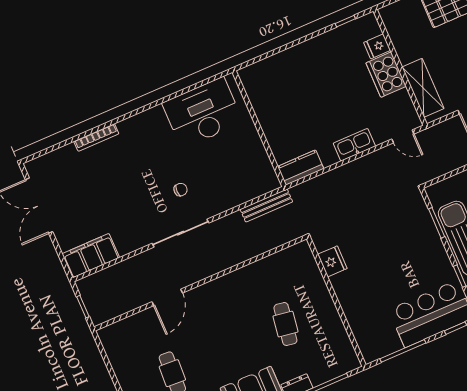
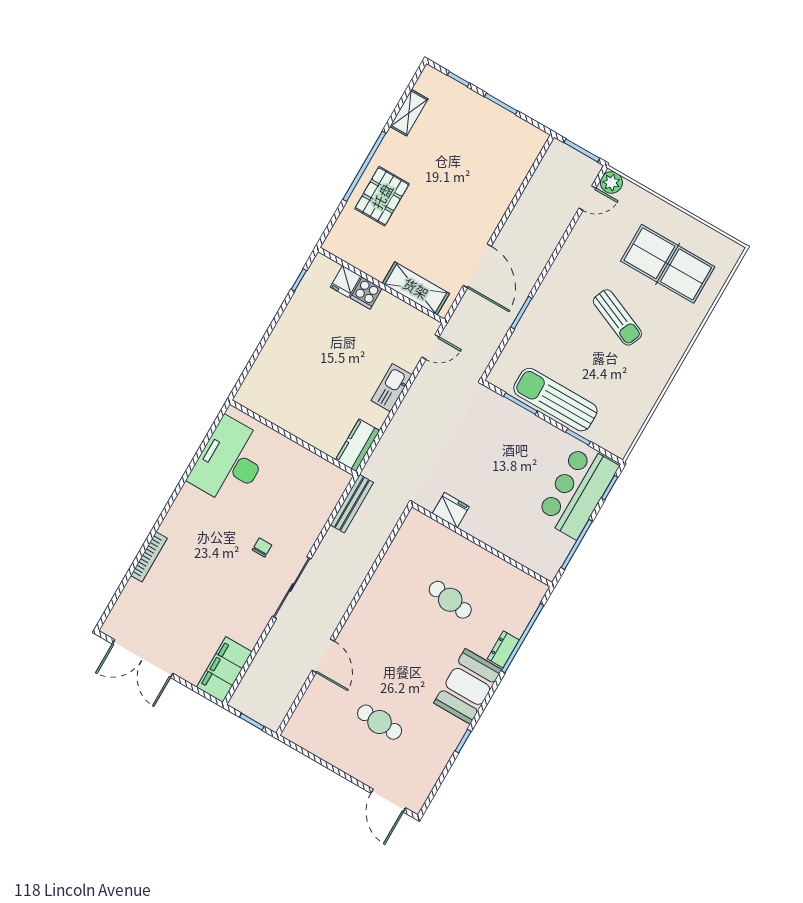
cooker: (386, 75) -> (366, 293), width x0.53, depth x0.76

